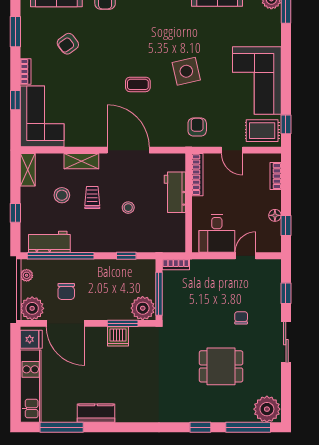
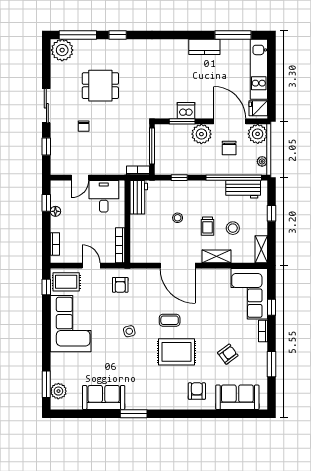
rug: (130, 46) -> (176, 352), added
side table: (186, 71) -> (129, 331), width x0.54, depth x0.54
workbench: (175, 192) -> (139, 197), moved
chair: (66, 291) -> (229, 148), turned 180
plant: (143, 308) -> (201, 134), moved

